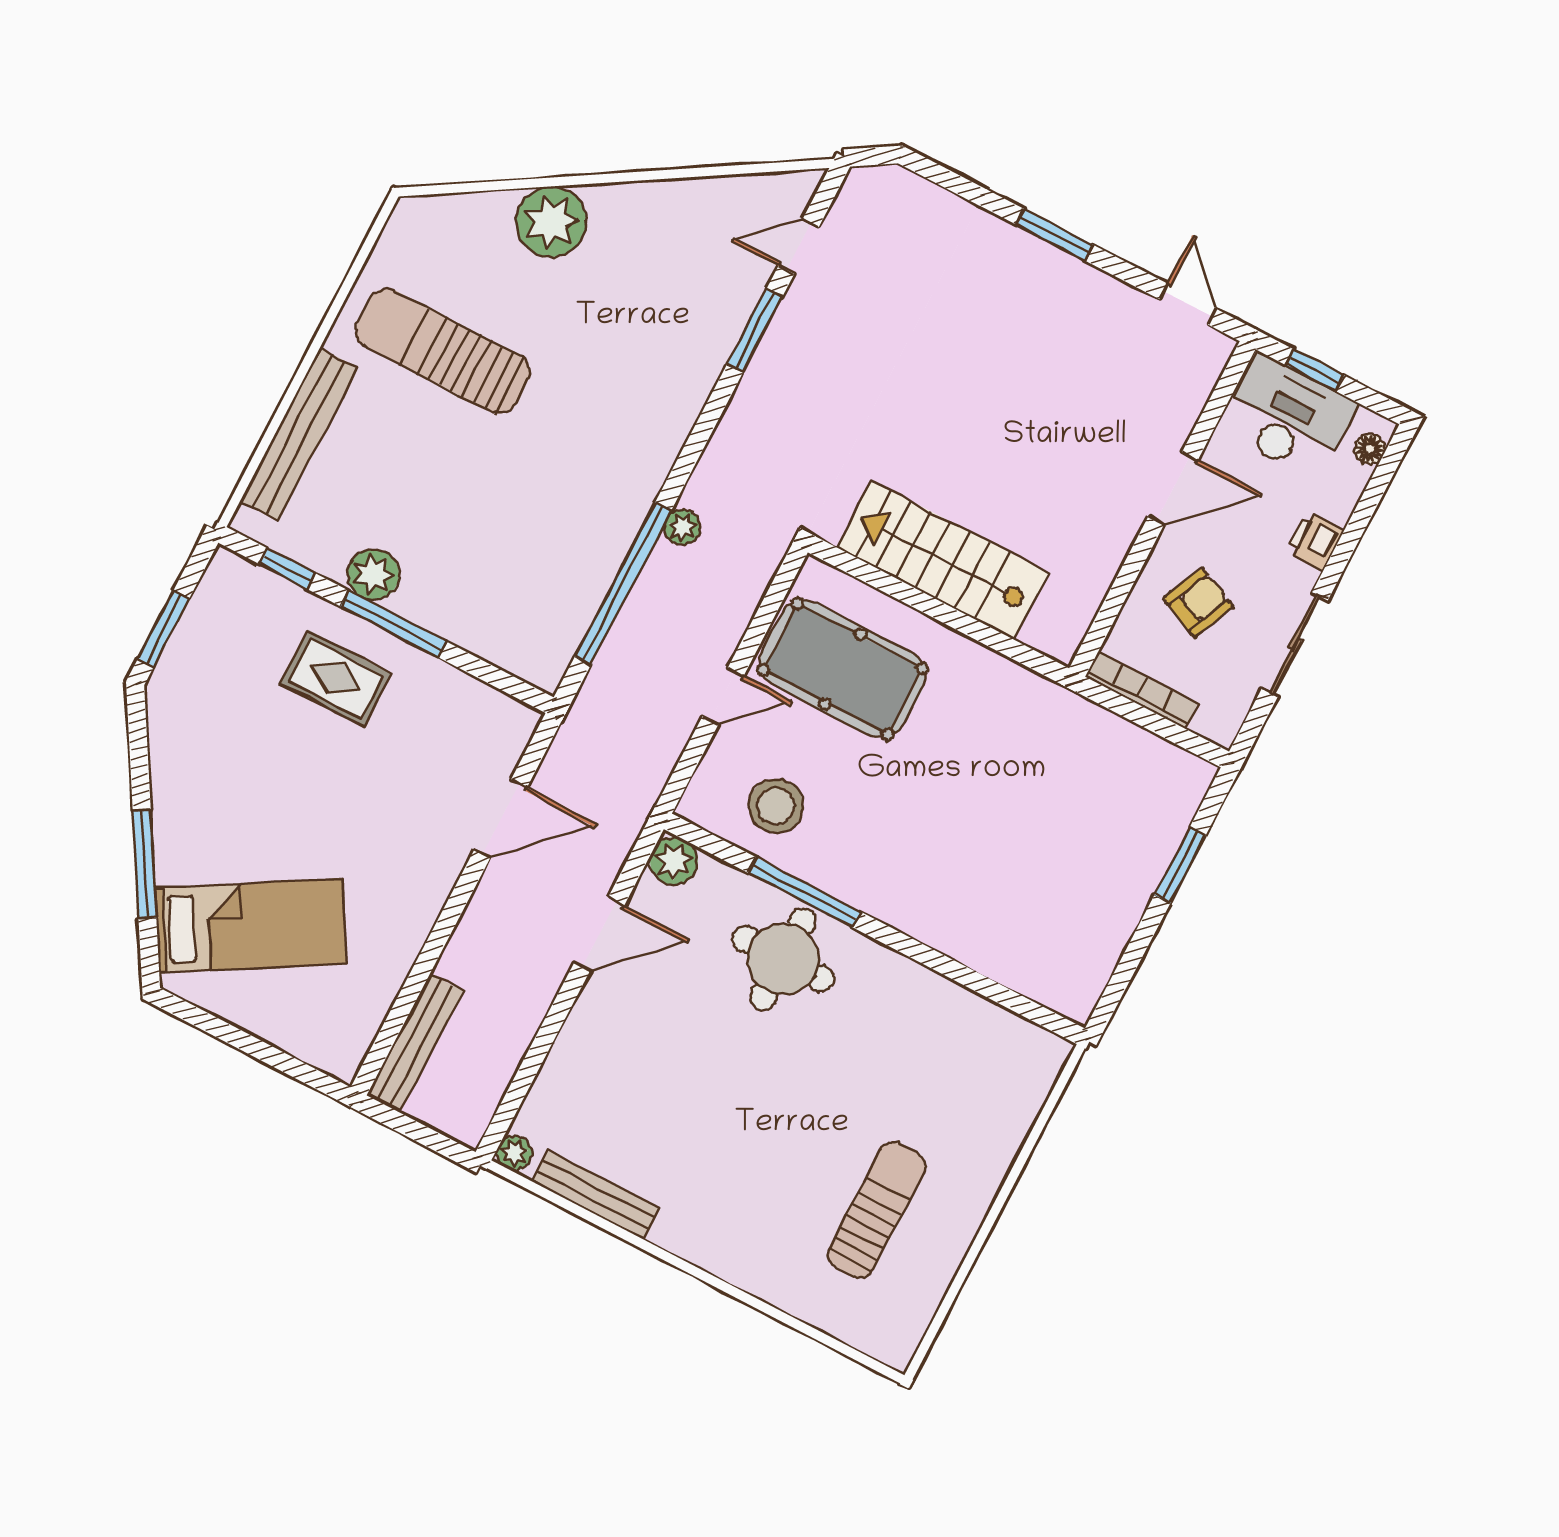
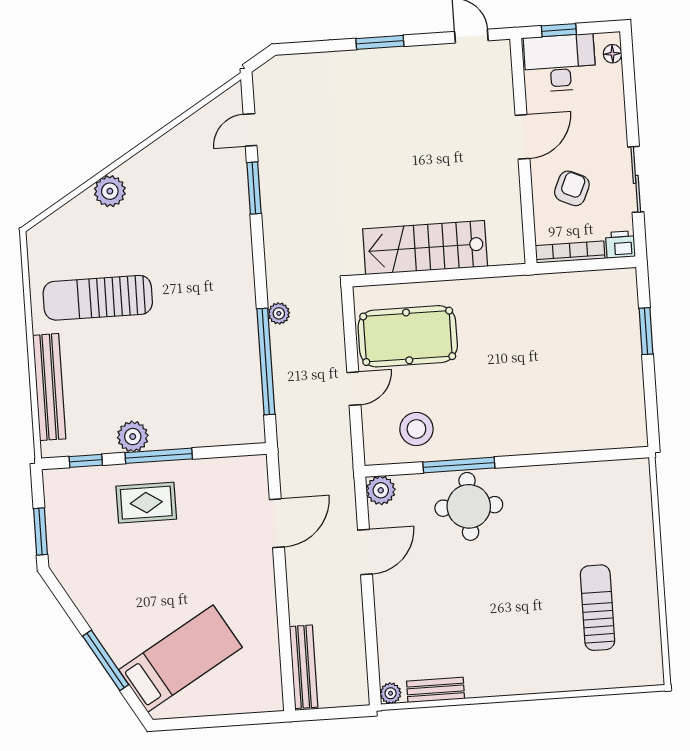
plant: (551, 222) -> (110, 191), width x0.73, depth x0.73
printer: (1315, 541) -> (620, 245), moved, turned 90
bench: (595, 1195) -> (436, 690), width x0.73

